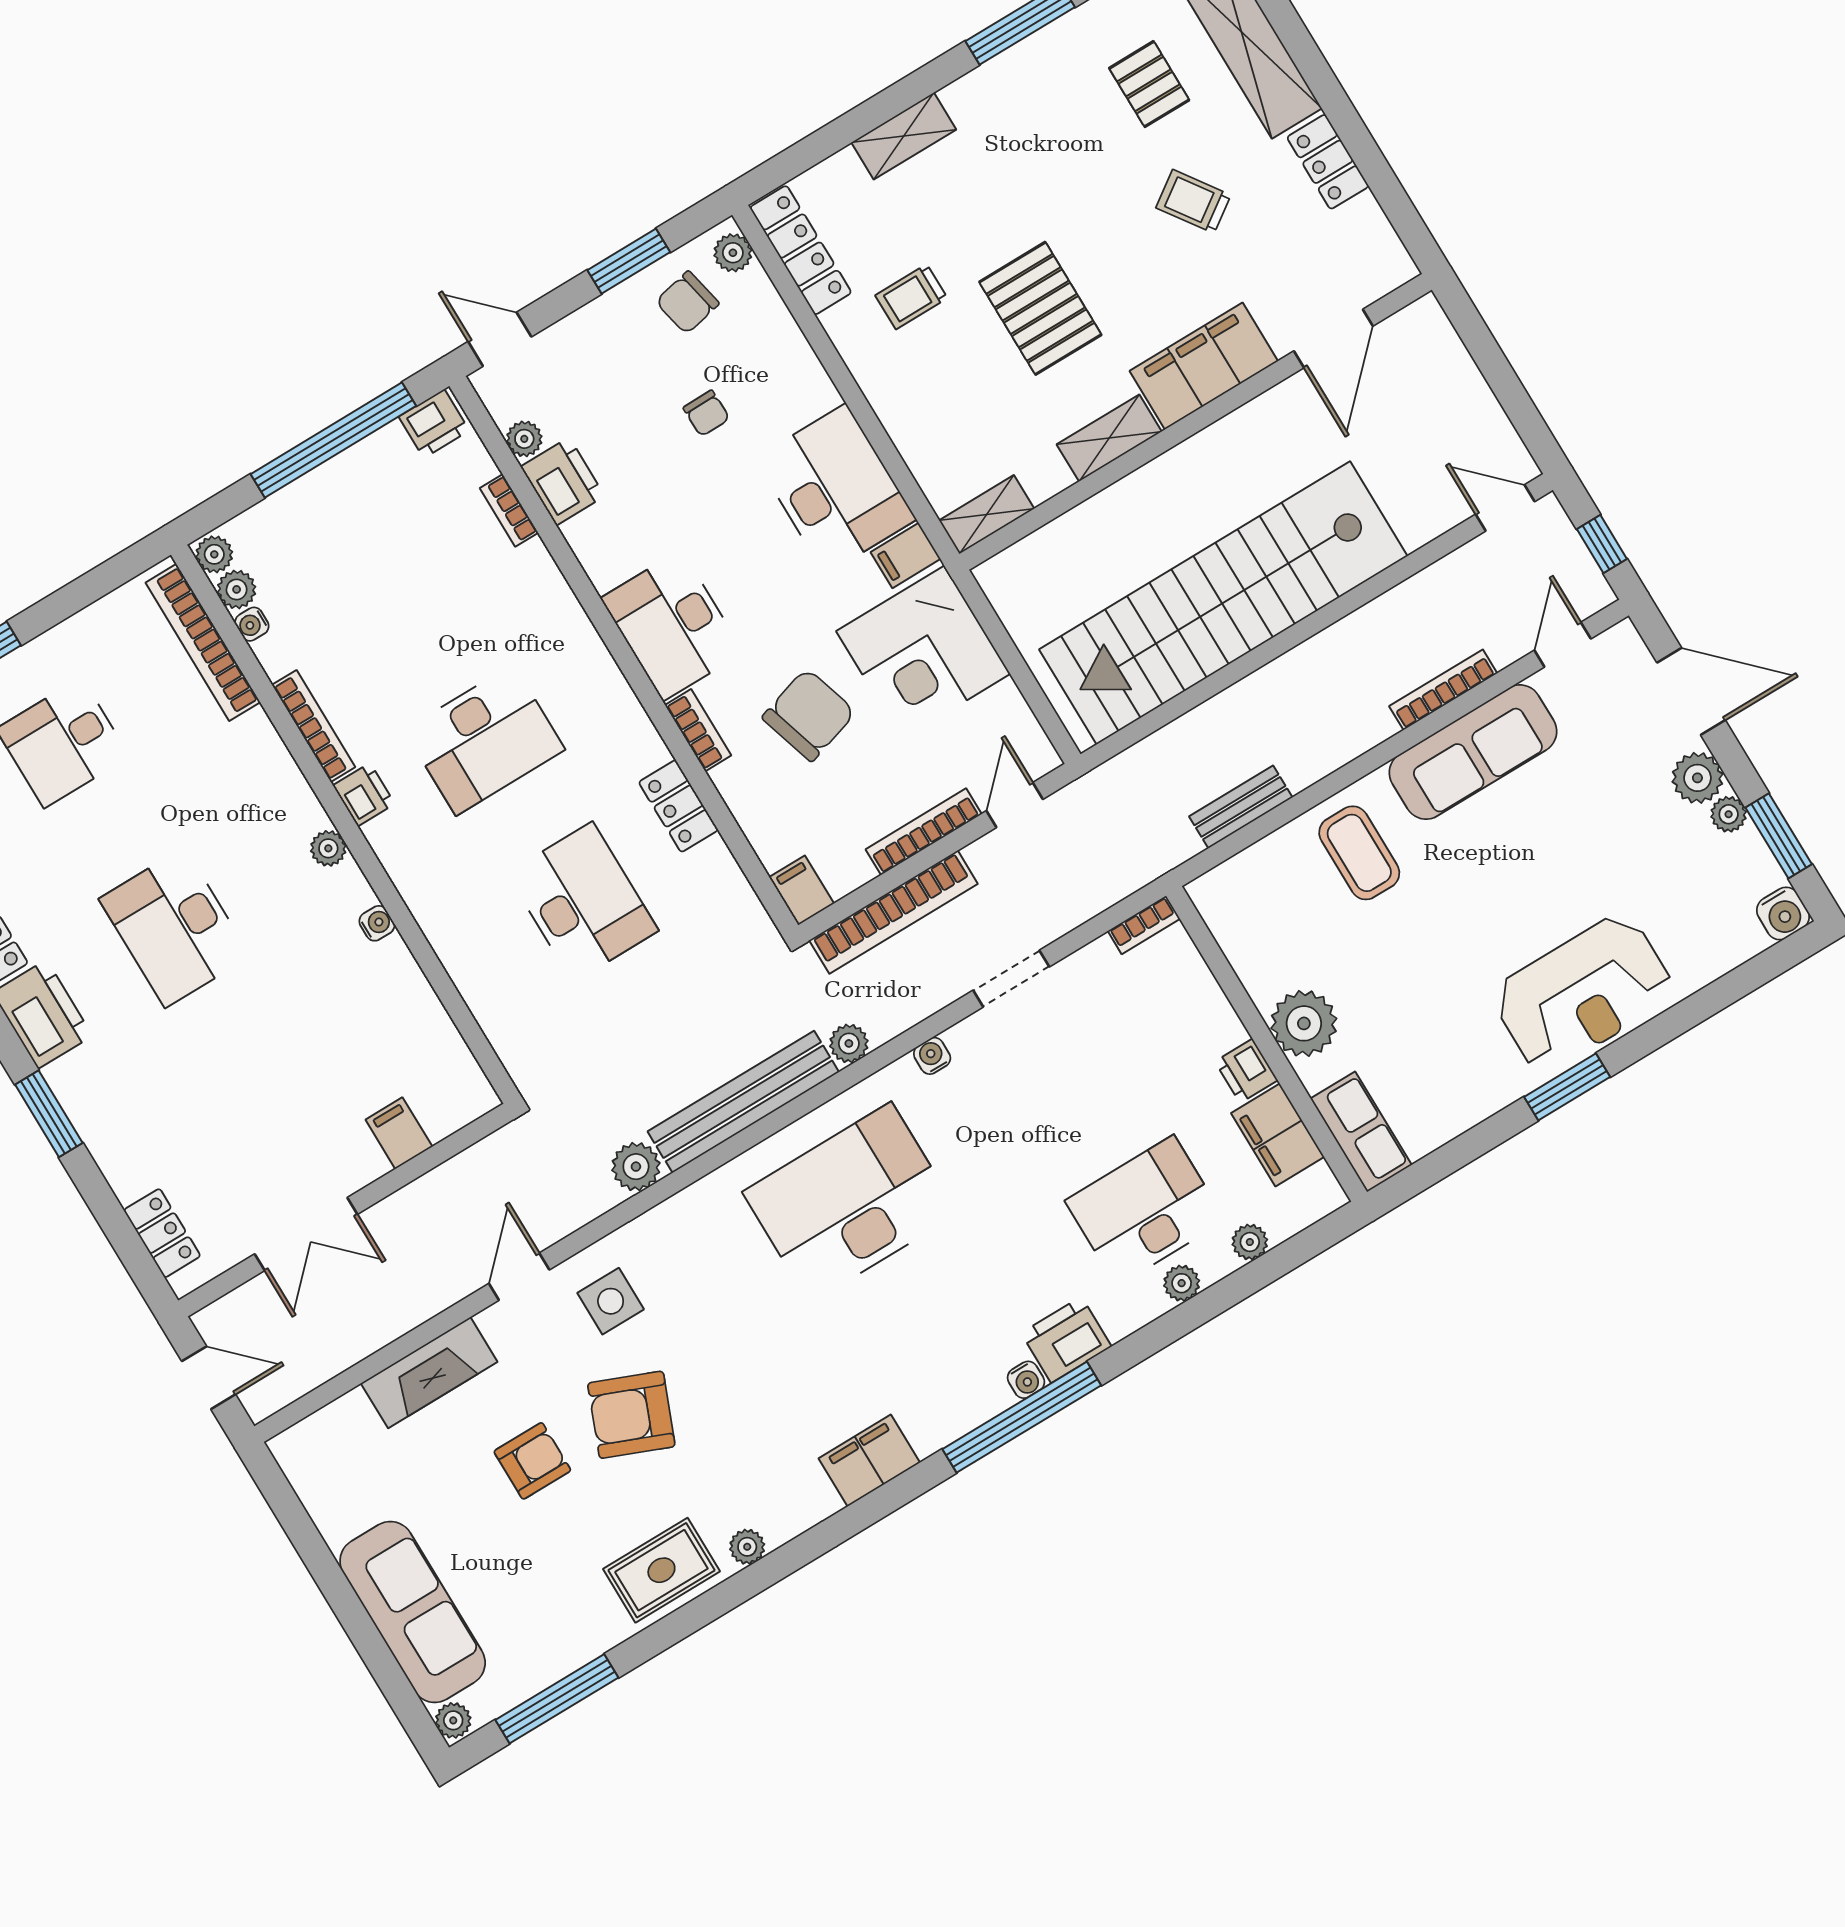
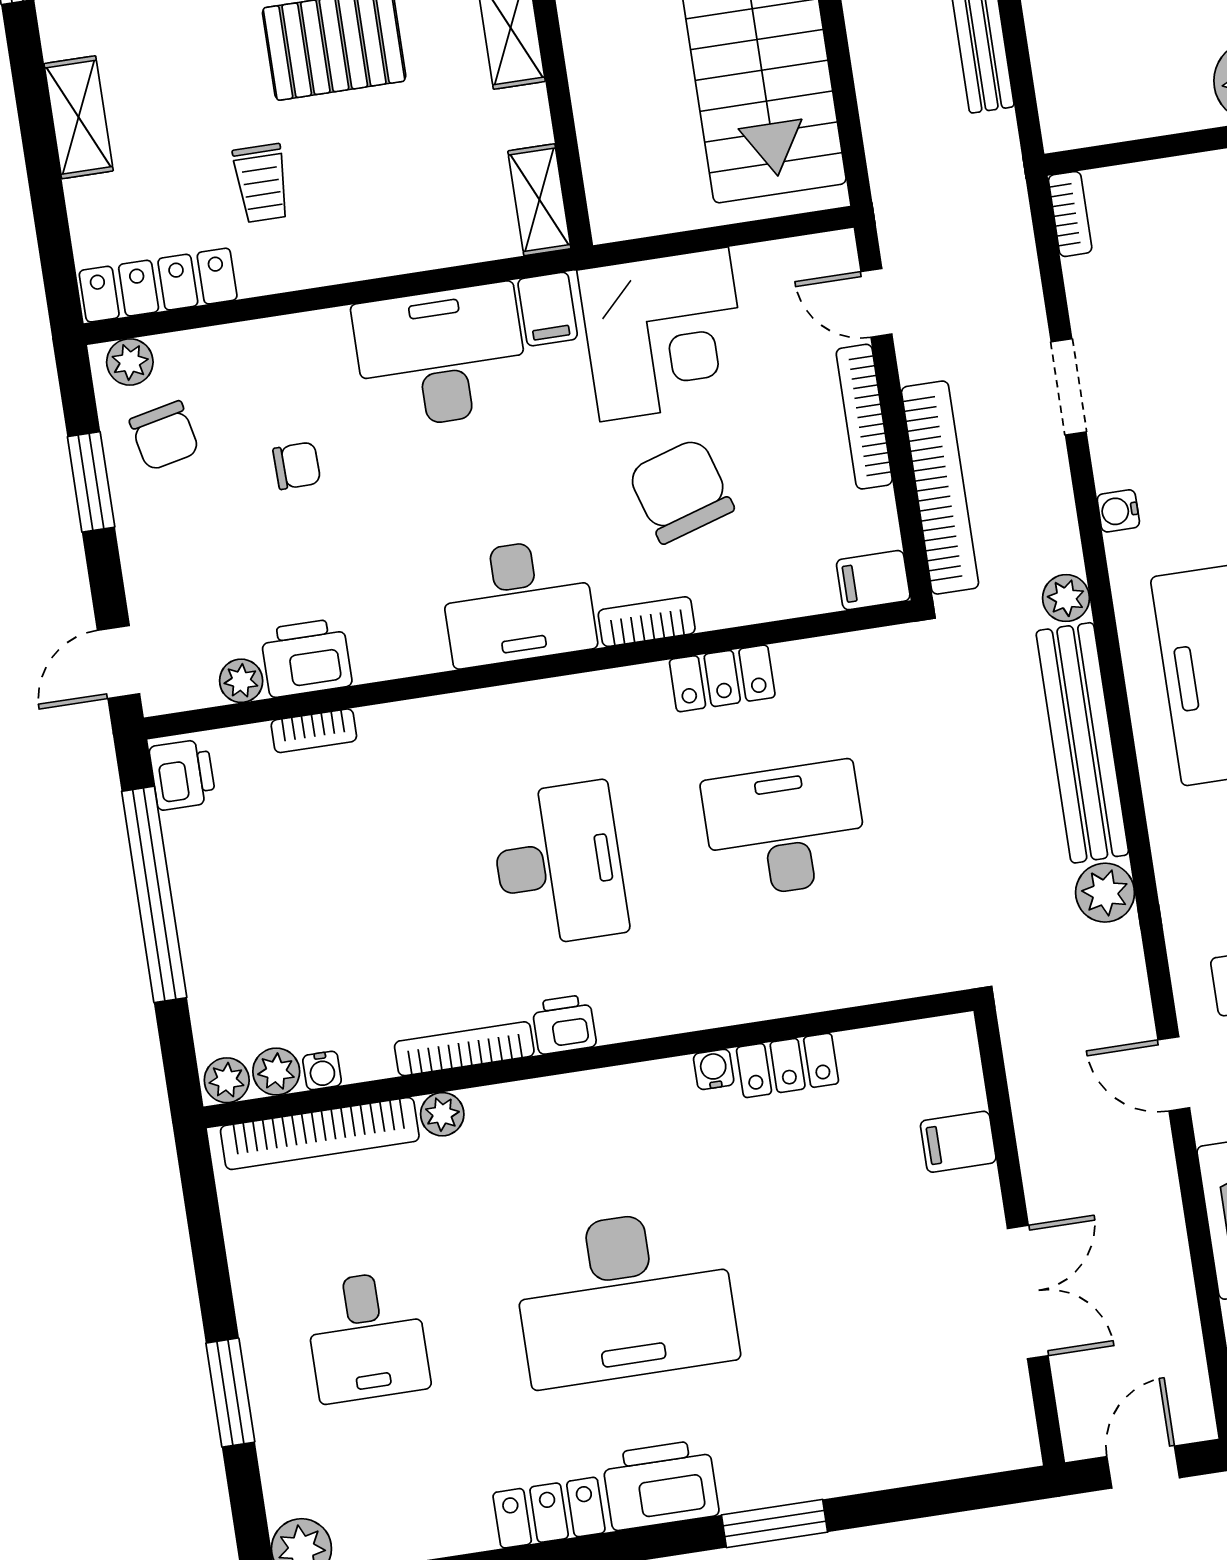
plant: (328, 848) -> (442, 1114), moved
desk: (175, 928) -> (625, 1297), width x1.36, depth x1.30
locker: (162, 1233) -> (788, 1065), moved, turned 180

